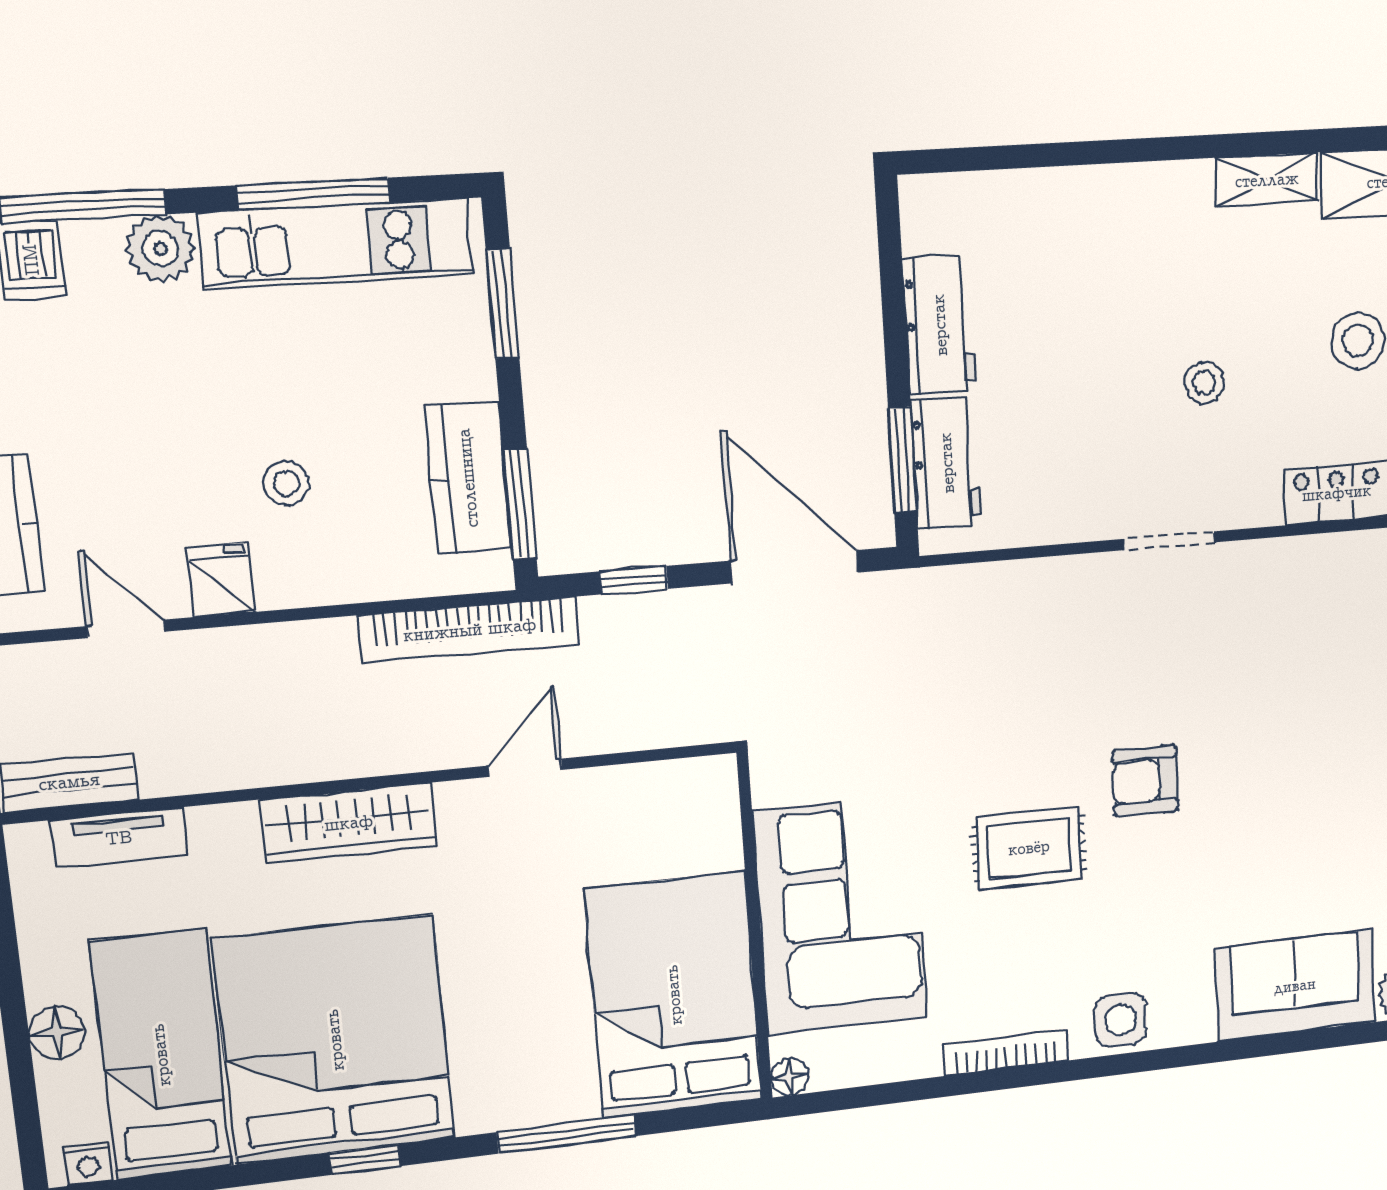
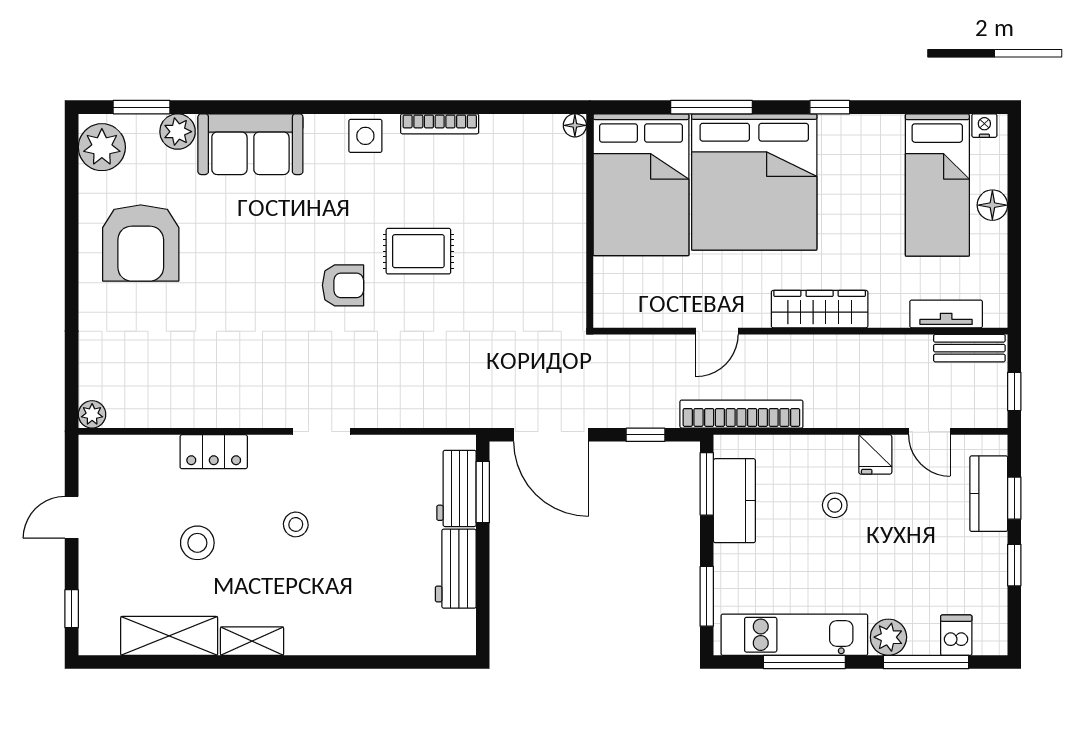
corner sofa: (841, 915) -> (537, 222), removed
bed: (335, 1040) -> (754, 182), moved

